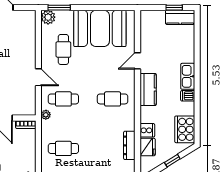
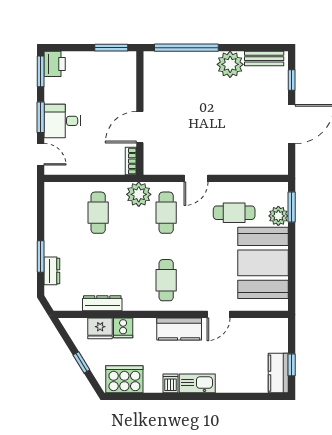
plant: (48, 17) -> (278, 216), moved
door: (137, 61) -> (218, 314), swing flipped
plant: (46, 115) -> (139, 194), width x1.87, depth x1.87

